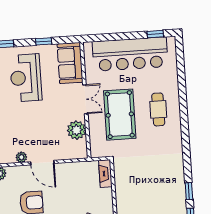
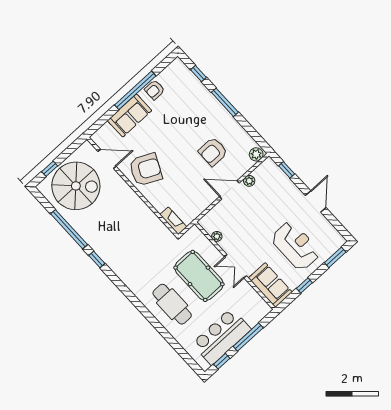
window: (120, 36) -> (248, 337), added
bar counter: (130, 54) -> (221, 337), width x0.73
cafe table: (158, 109) -> (172, 304), width x1.37, depth x1.35
plant: (77, 130) -> (217, 236), width x0.53, depth x0.53

